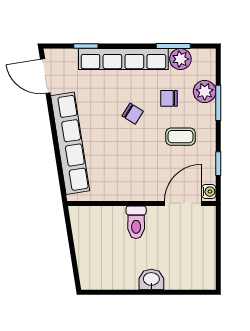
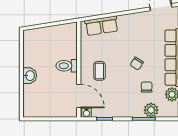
coffee table: (181, 137) -> (99, 71), moved
row of seats: (70, 143) -> (102, 26), width x0.50

